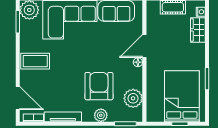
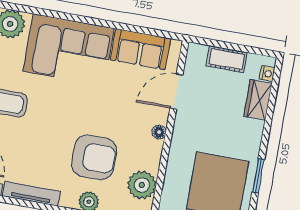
door: (144, 46) -> (176, 92), moved
armchair: (99, 86) -> (94, 157), turned 90

